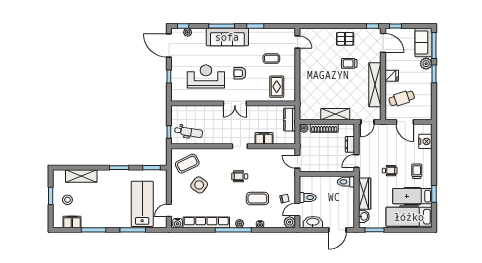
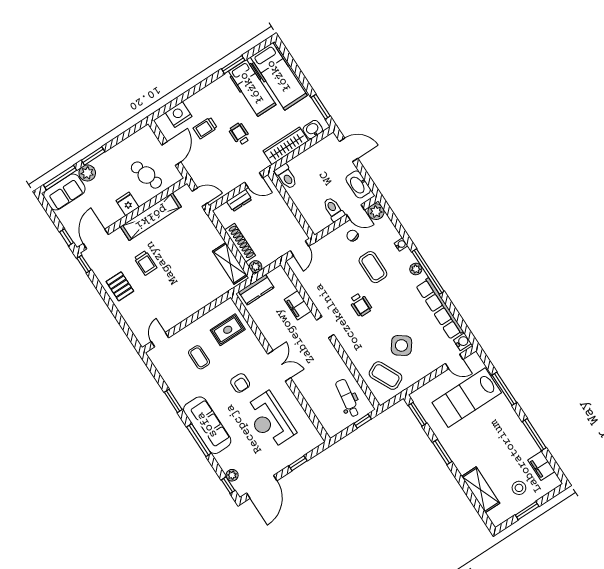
shelving: (335, 114) -> (230, 263), moved
trolley: (417, 171) -> (205, 128), moved

